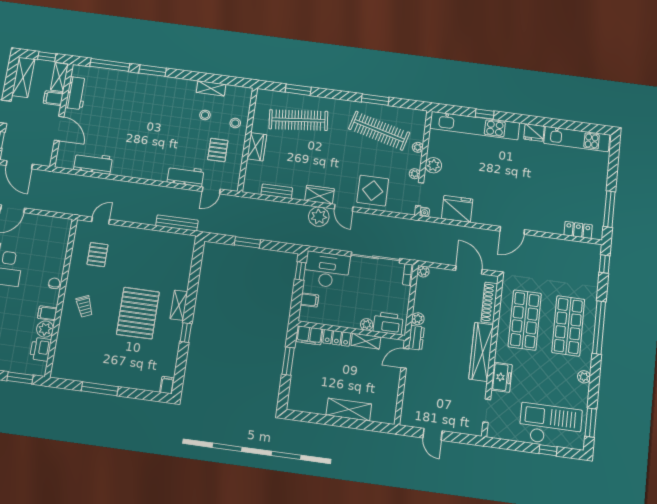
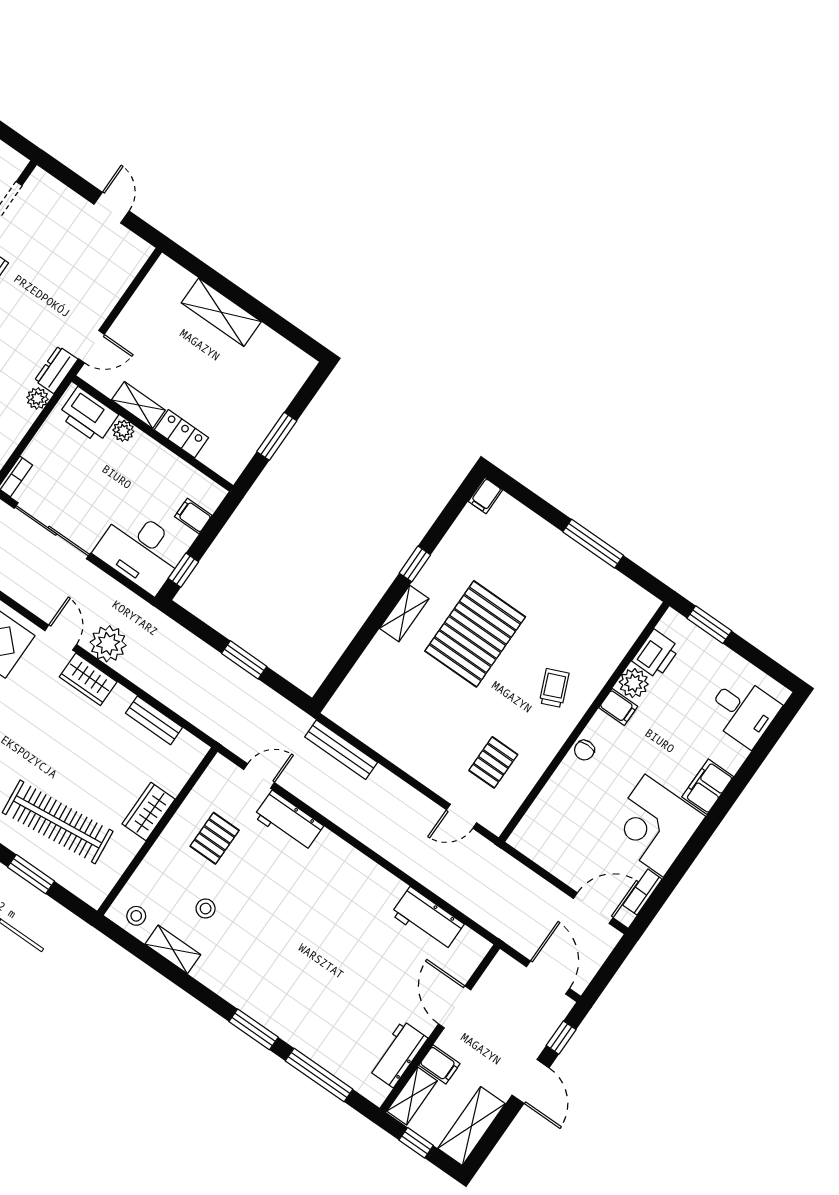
stool: (235, 123) -> (136, 916), moved
filing cabinet: (309, 335) -> (222, 460), removed

